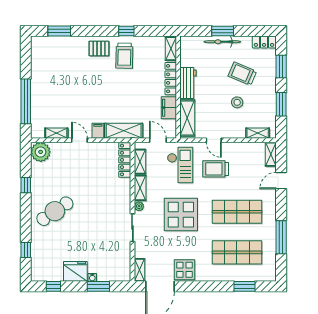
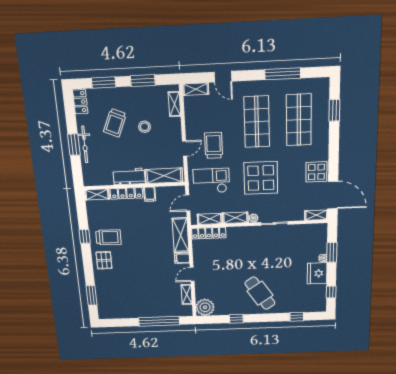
filing cabinet: (169, 108) -> (150, 194), width x0.50
trolley: (216, 169) -> (214, 145), turned 180

